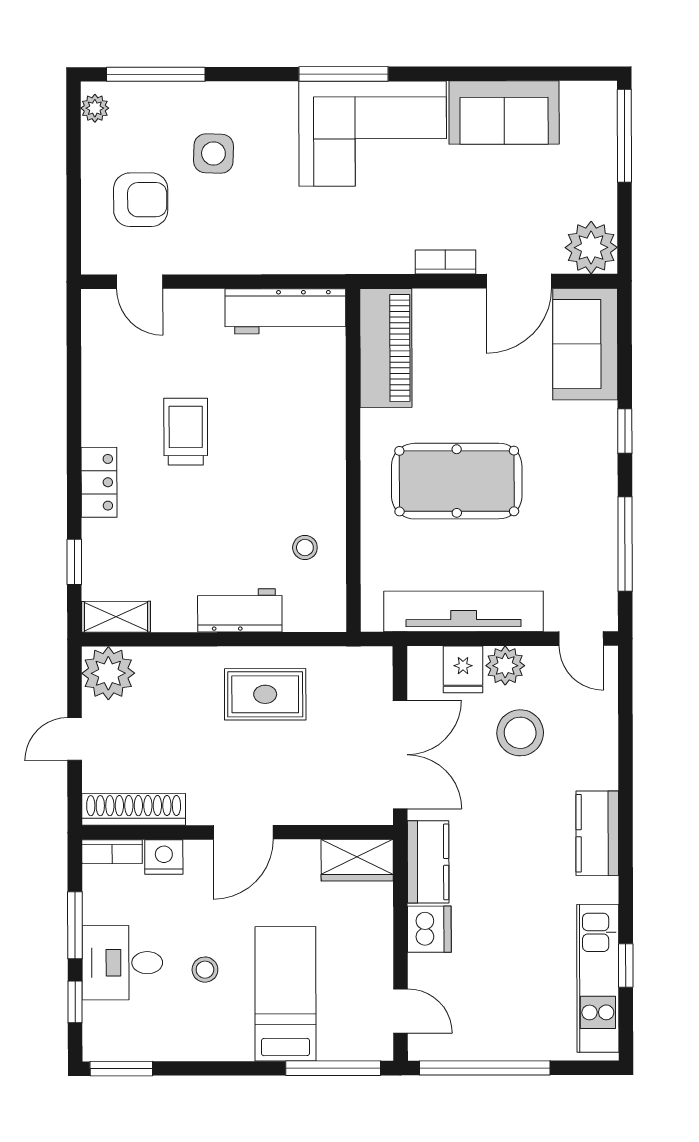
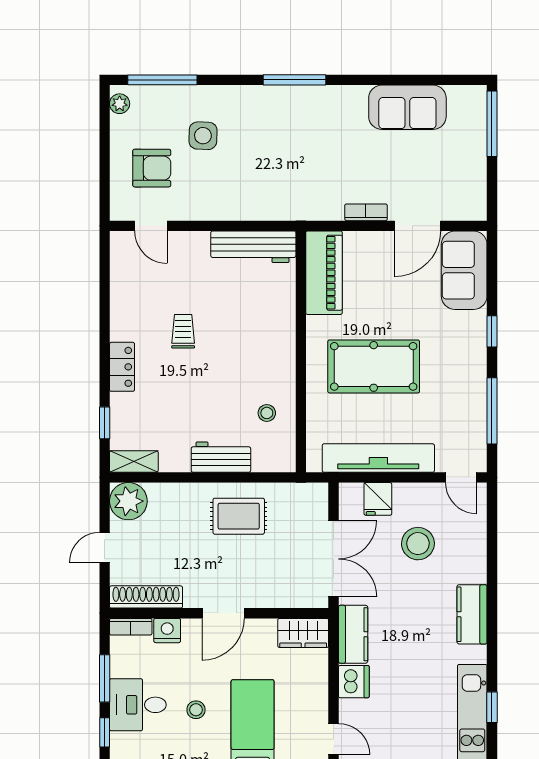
corner sofa: (373, 134) -> (315, 122), removed
plant: (591, 247) -> (468, 202), removed
trolley: (186, 432) -> (183, 331), width x0.73, depth x0.72
plant: (505, 666) -> (408, 496), removed

